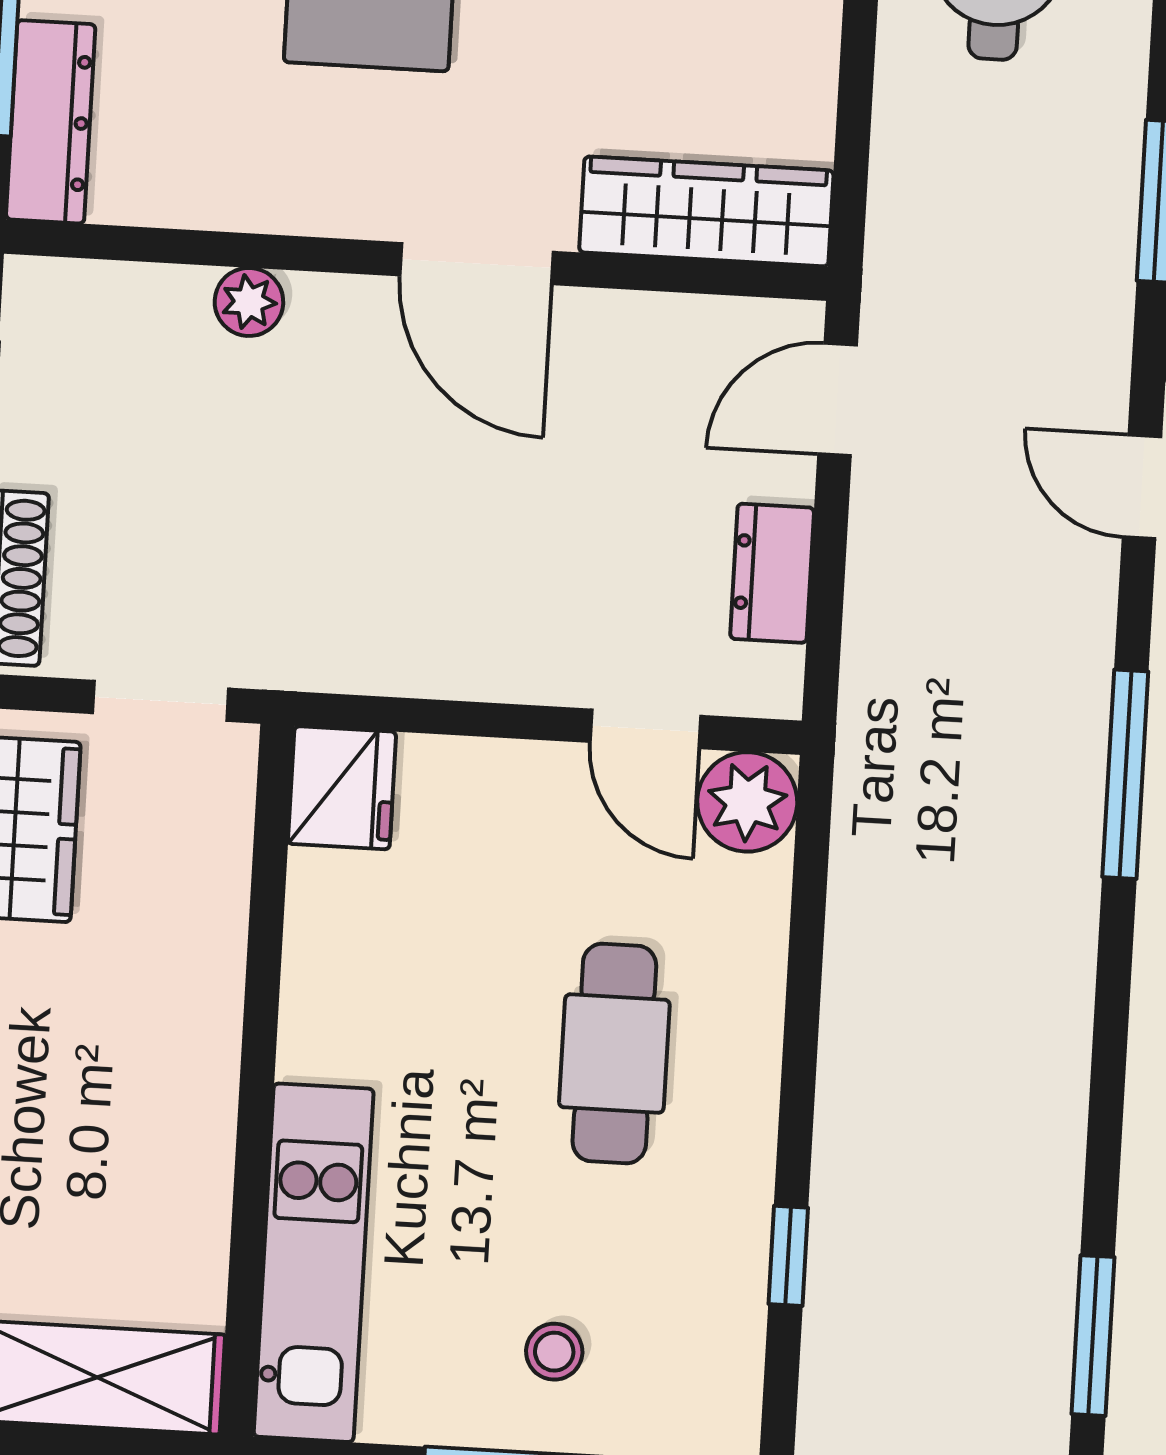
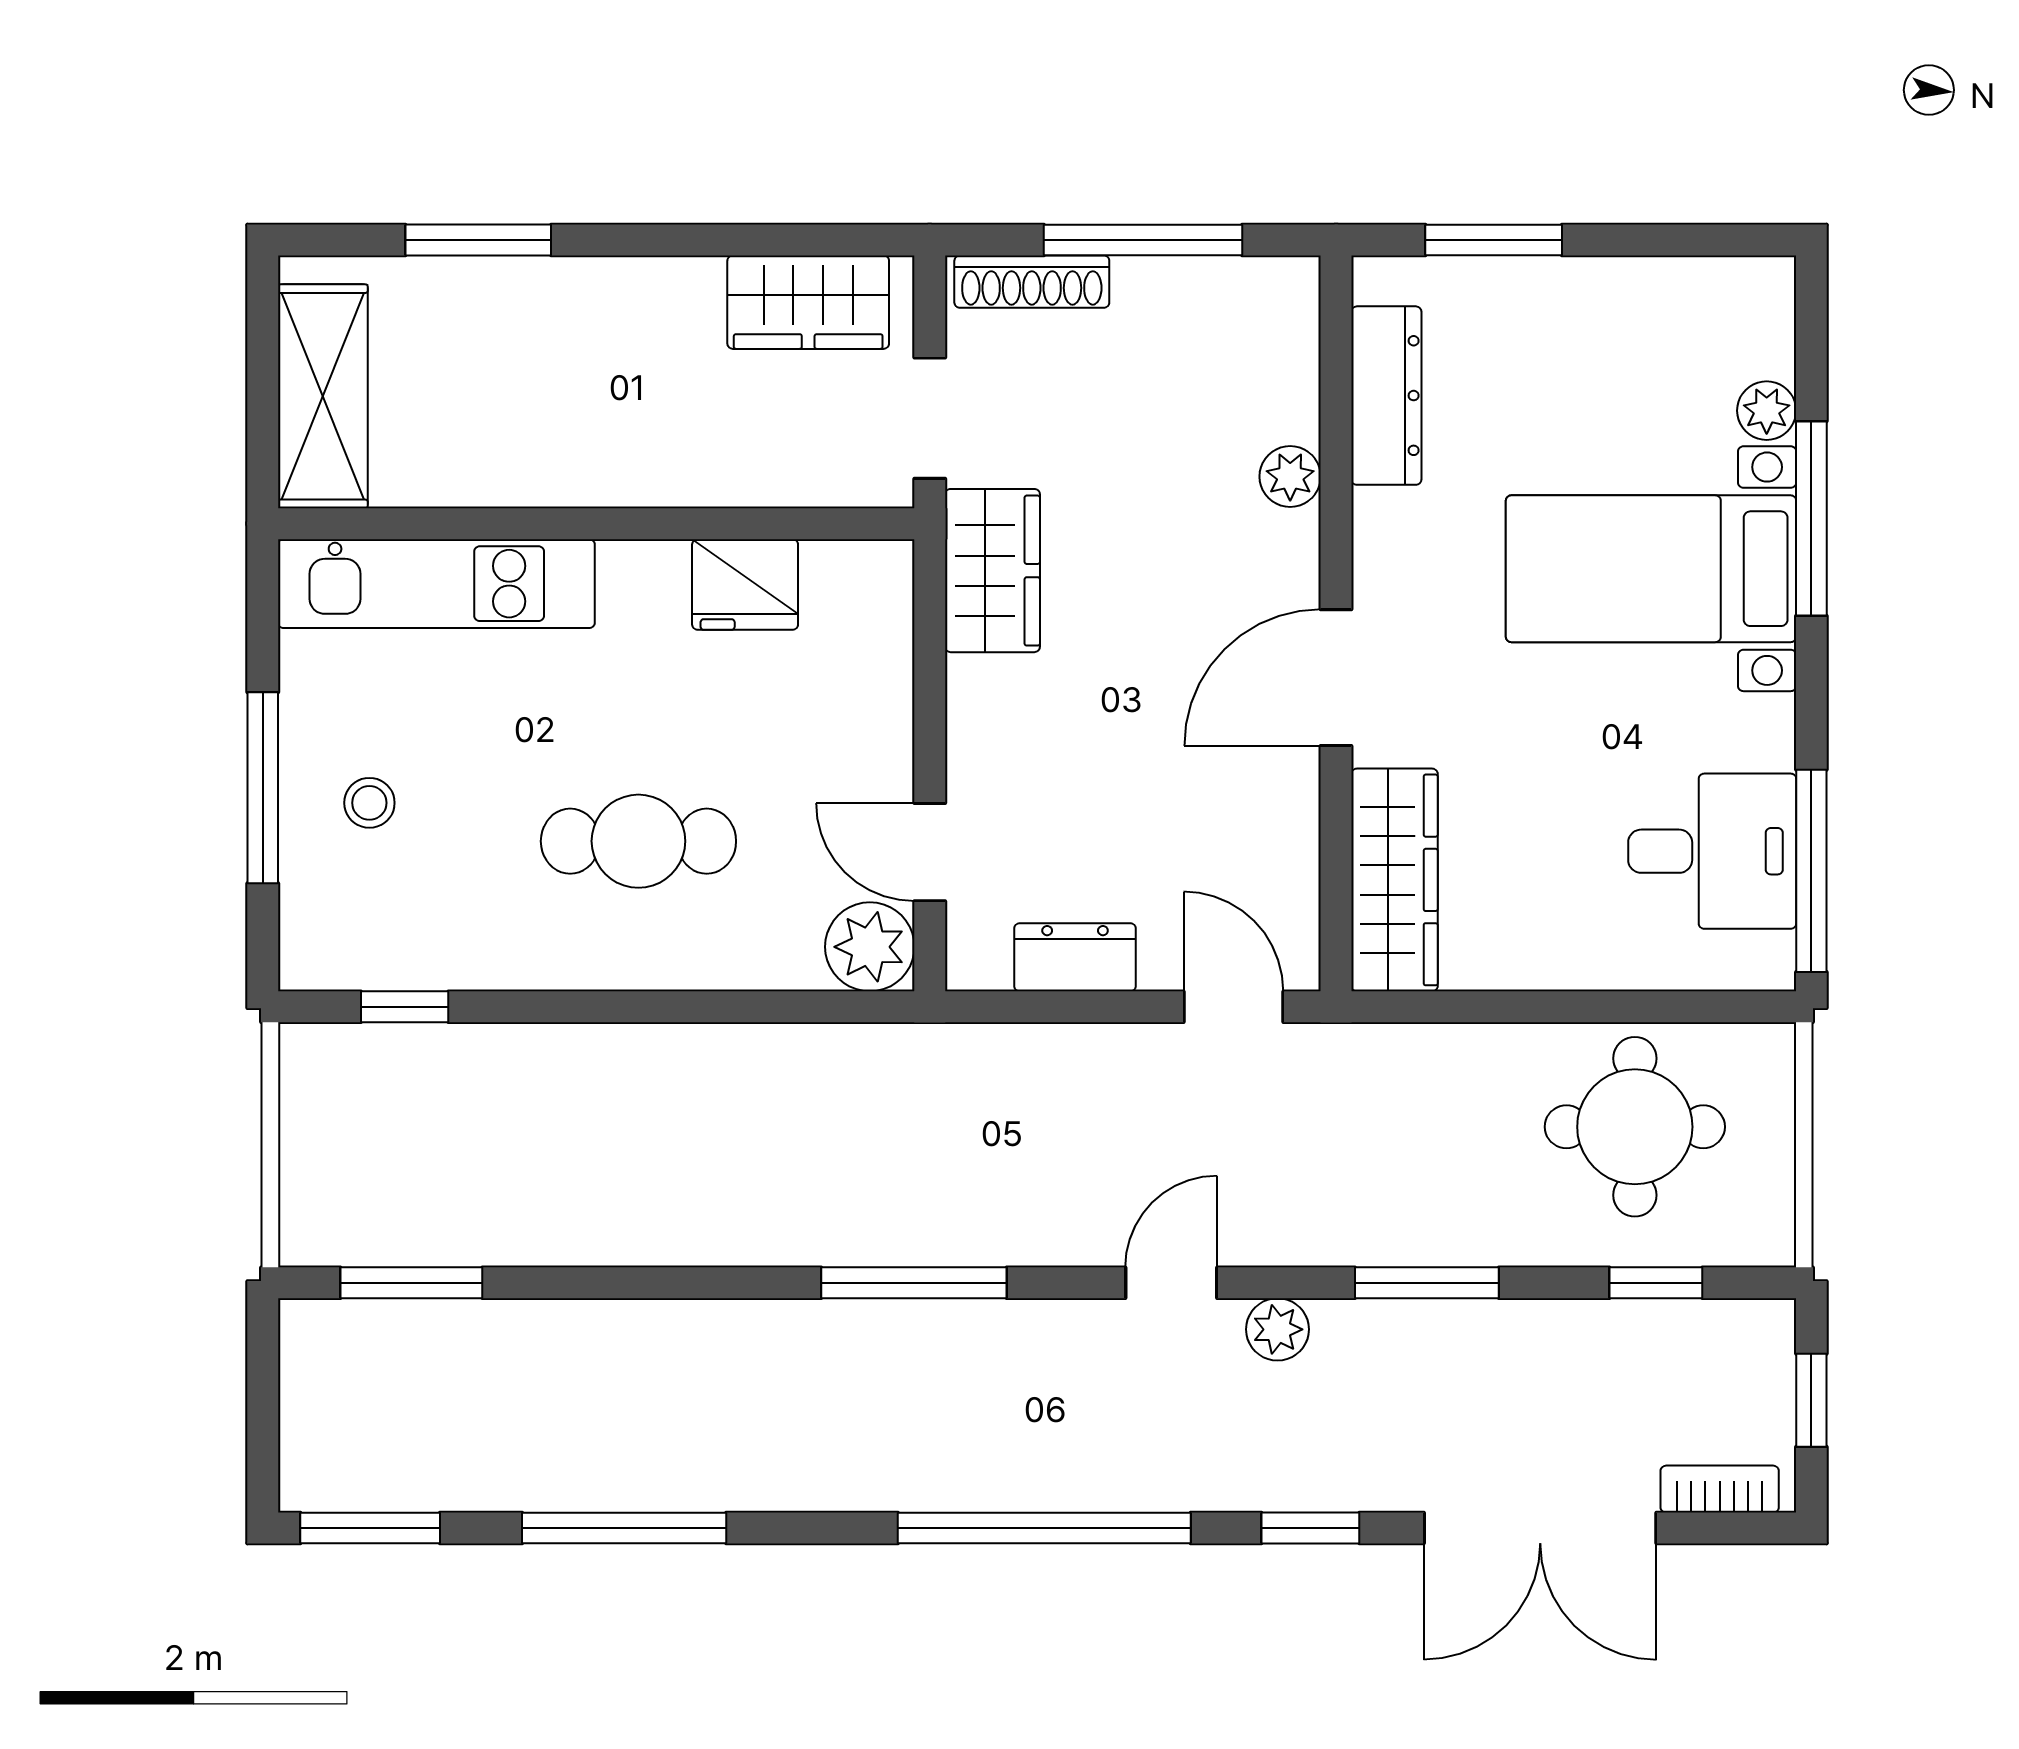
dresser: (51, 122) -> (1386, 396), moved, turned -90
wardrobe: (335, 641) -> (992, 571), added
door: (645, 729) -> (930, 852), hinge flipped
fridge: (342, 788) -> (745, 585), moved
window: (788, 1256) -> (405, 1007), moved

